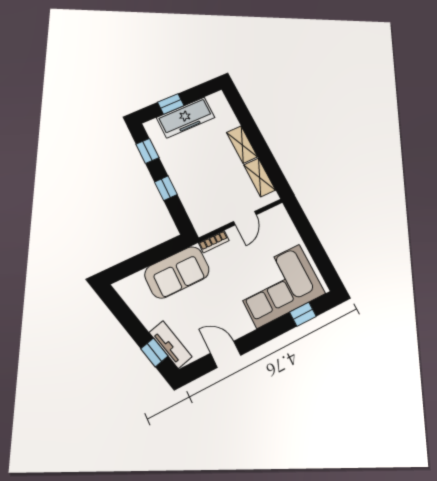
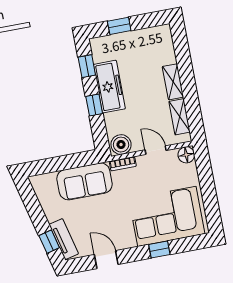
freezer: (186, 118) -> (109, 87), moved, turned -90
floor lamp: (279, 214) -> (186, 155), added
door: (245, 218) -> (156, 150), swing flipped
boiler: (206, 222) -> (121, 145), added
window: (303, 314) -> (159, 249), moved

